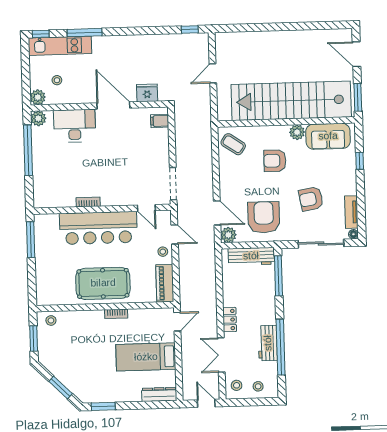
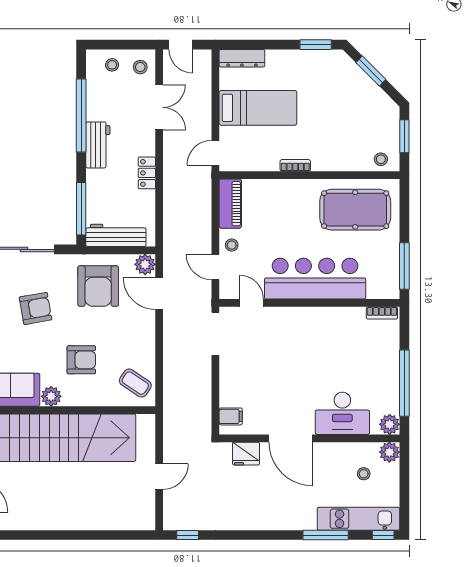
bookcase: (88, 202) -> (382, 313), moved
pool table: (103, 283) -> (355, 210), moved
locker: (230, 320) -> (147, 173), moved
workbench: (268, 343) -> (98, 145), moved

